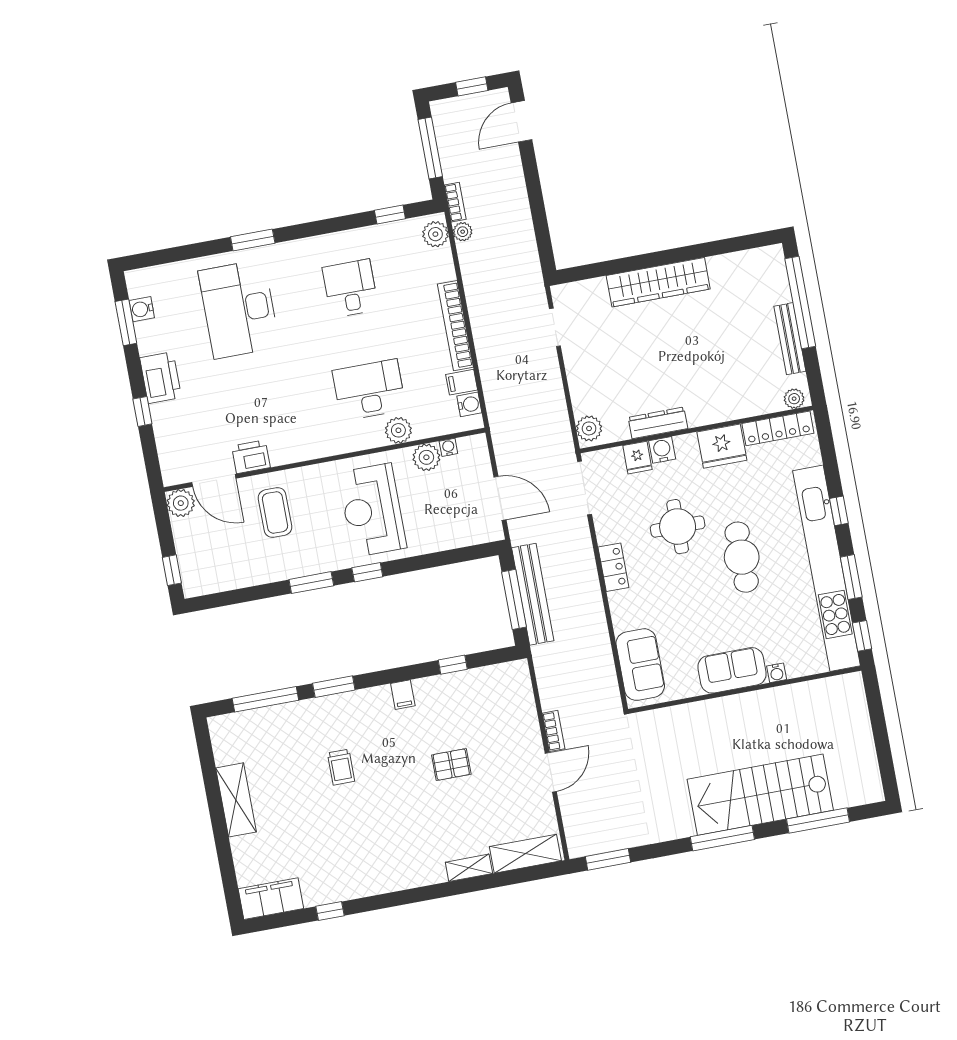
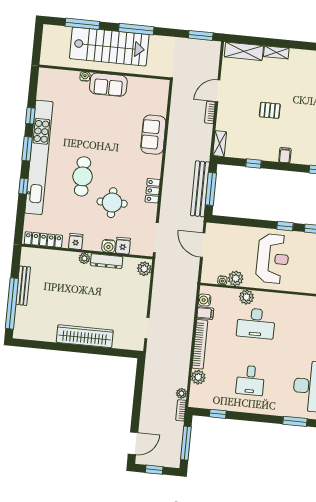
plant: (435, 234) -> (198, 377), moved
plant: (794, 399) -> (84, 258), moved
fridge: (722, 446) -> (76, 241), width x0.53, depth x0.75
sofa: (732, 670) -> (108, 85), moved
water cooler: (777, 673) -> (85, 76), moved
shelving: (521, 682) -> (220, 144), added
wall: (745, 690) -> (105, 72), moved

